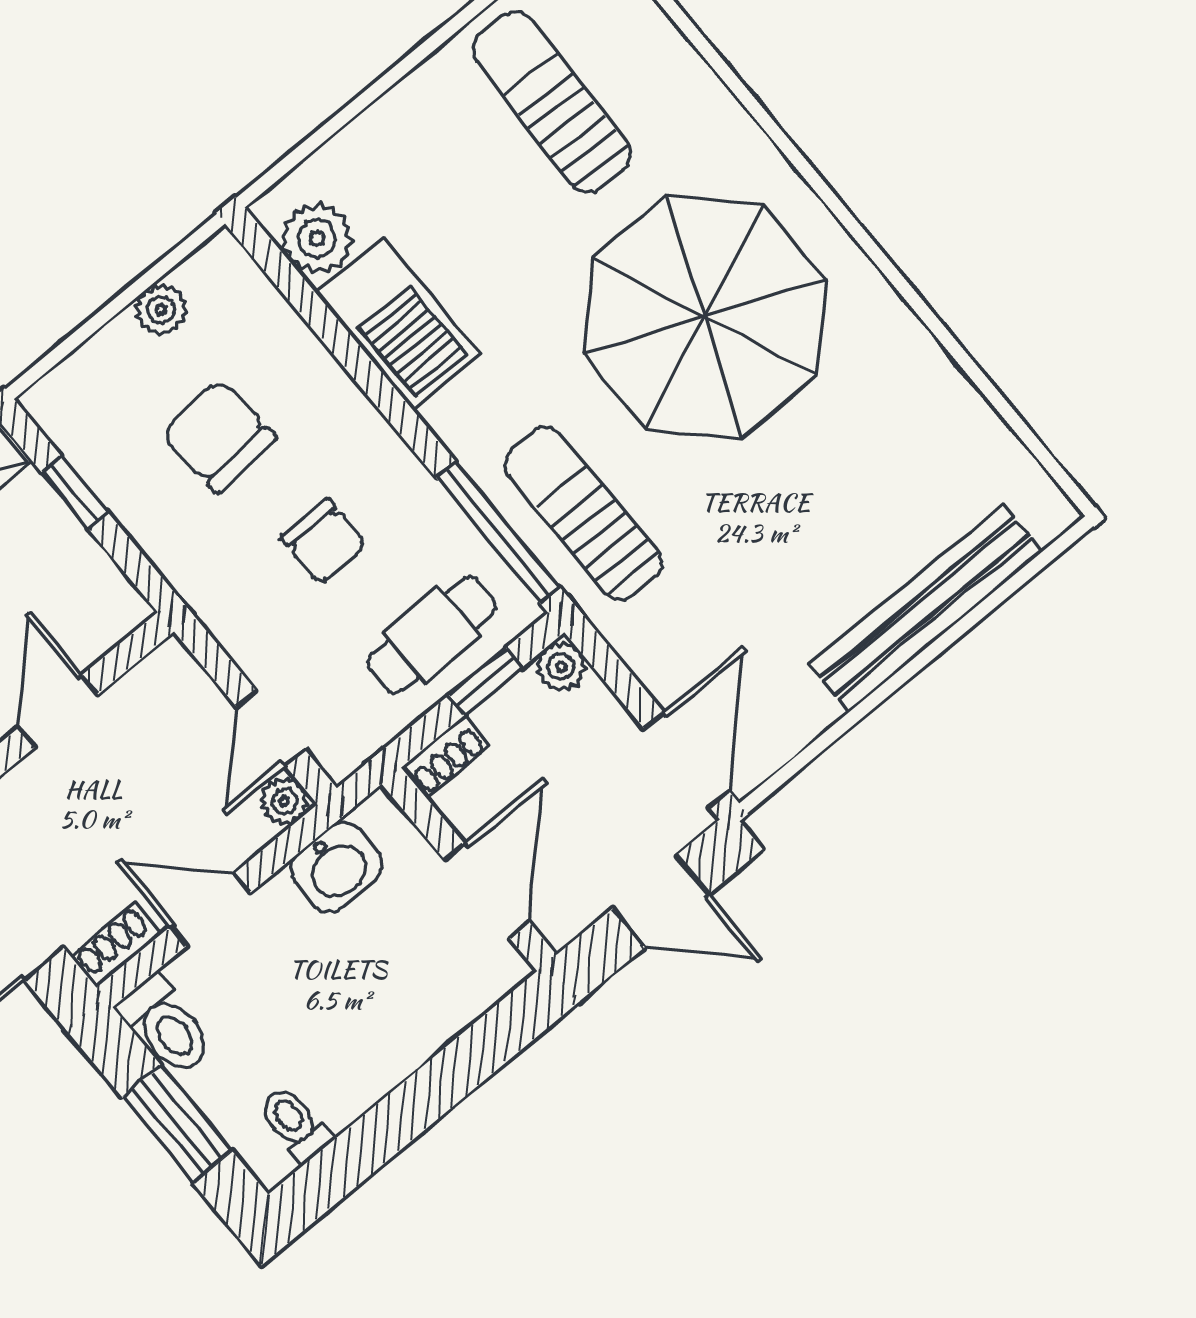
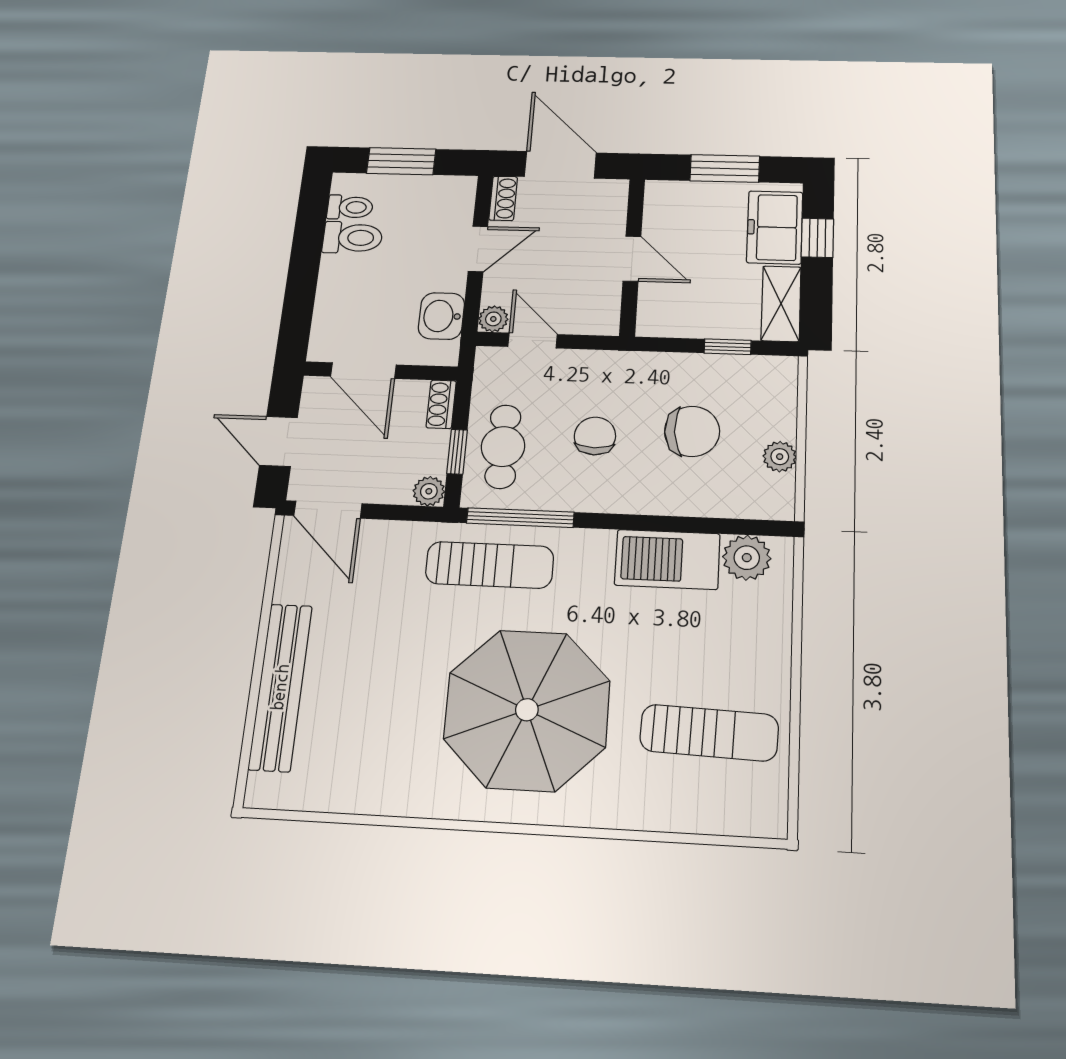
chair: (324, 542) -> (595, 436), turned 90
door: (661, 901) -> (279, 441), hinge flipped
toilet: (166, 1026) -> (353, 238), moved, turned 180

